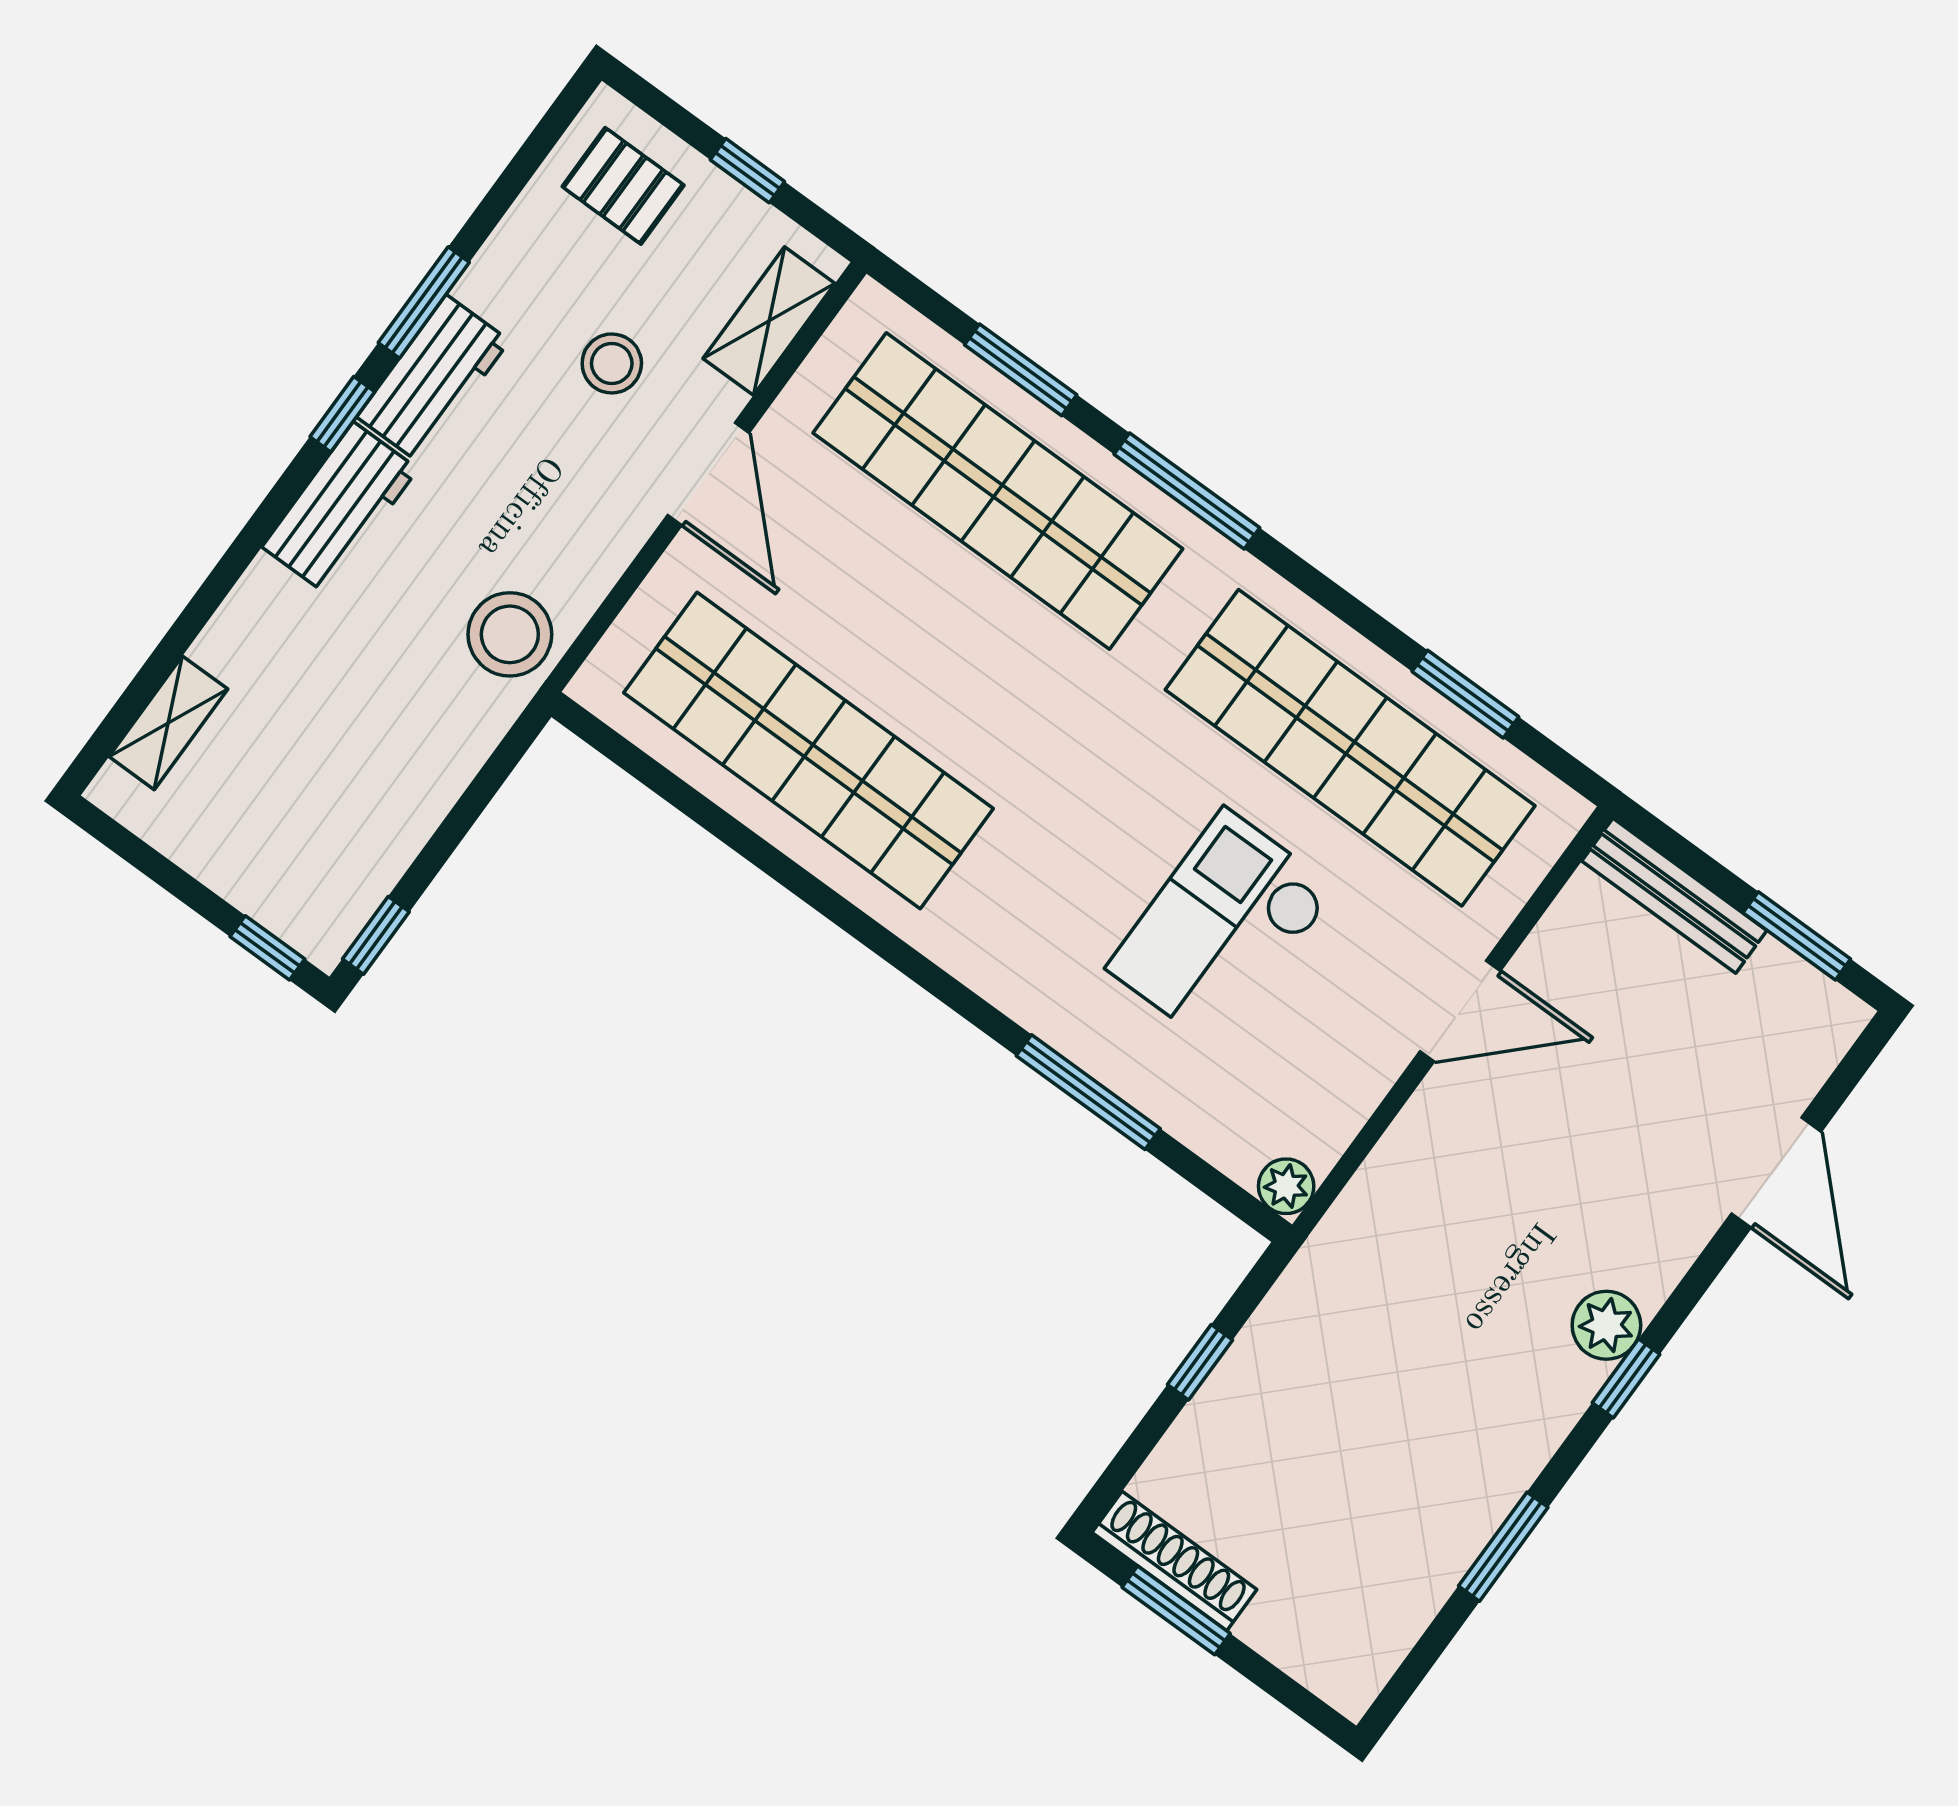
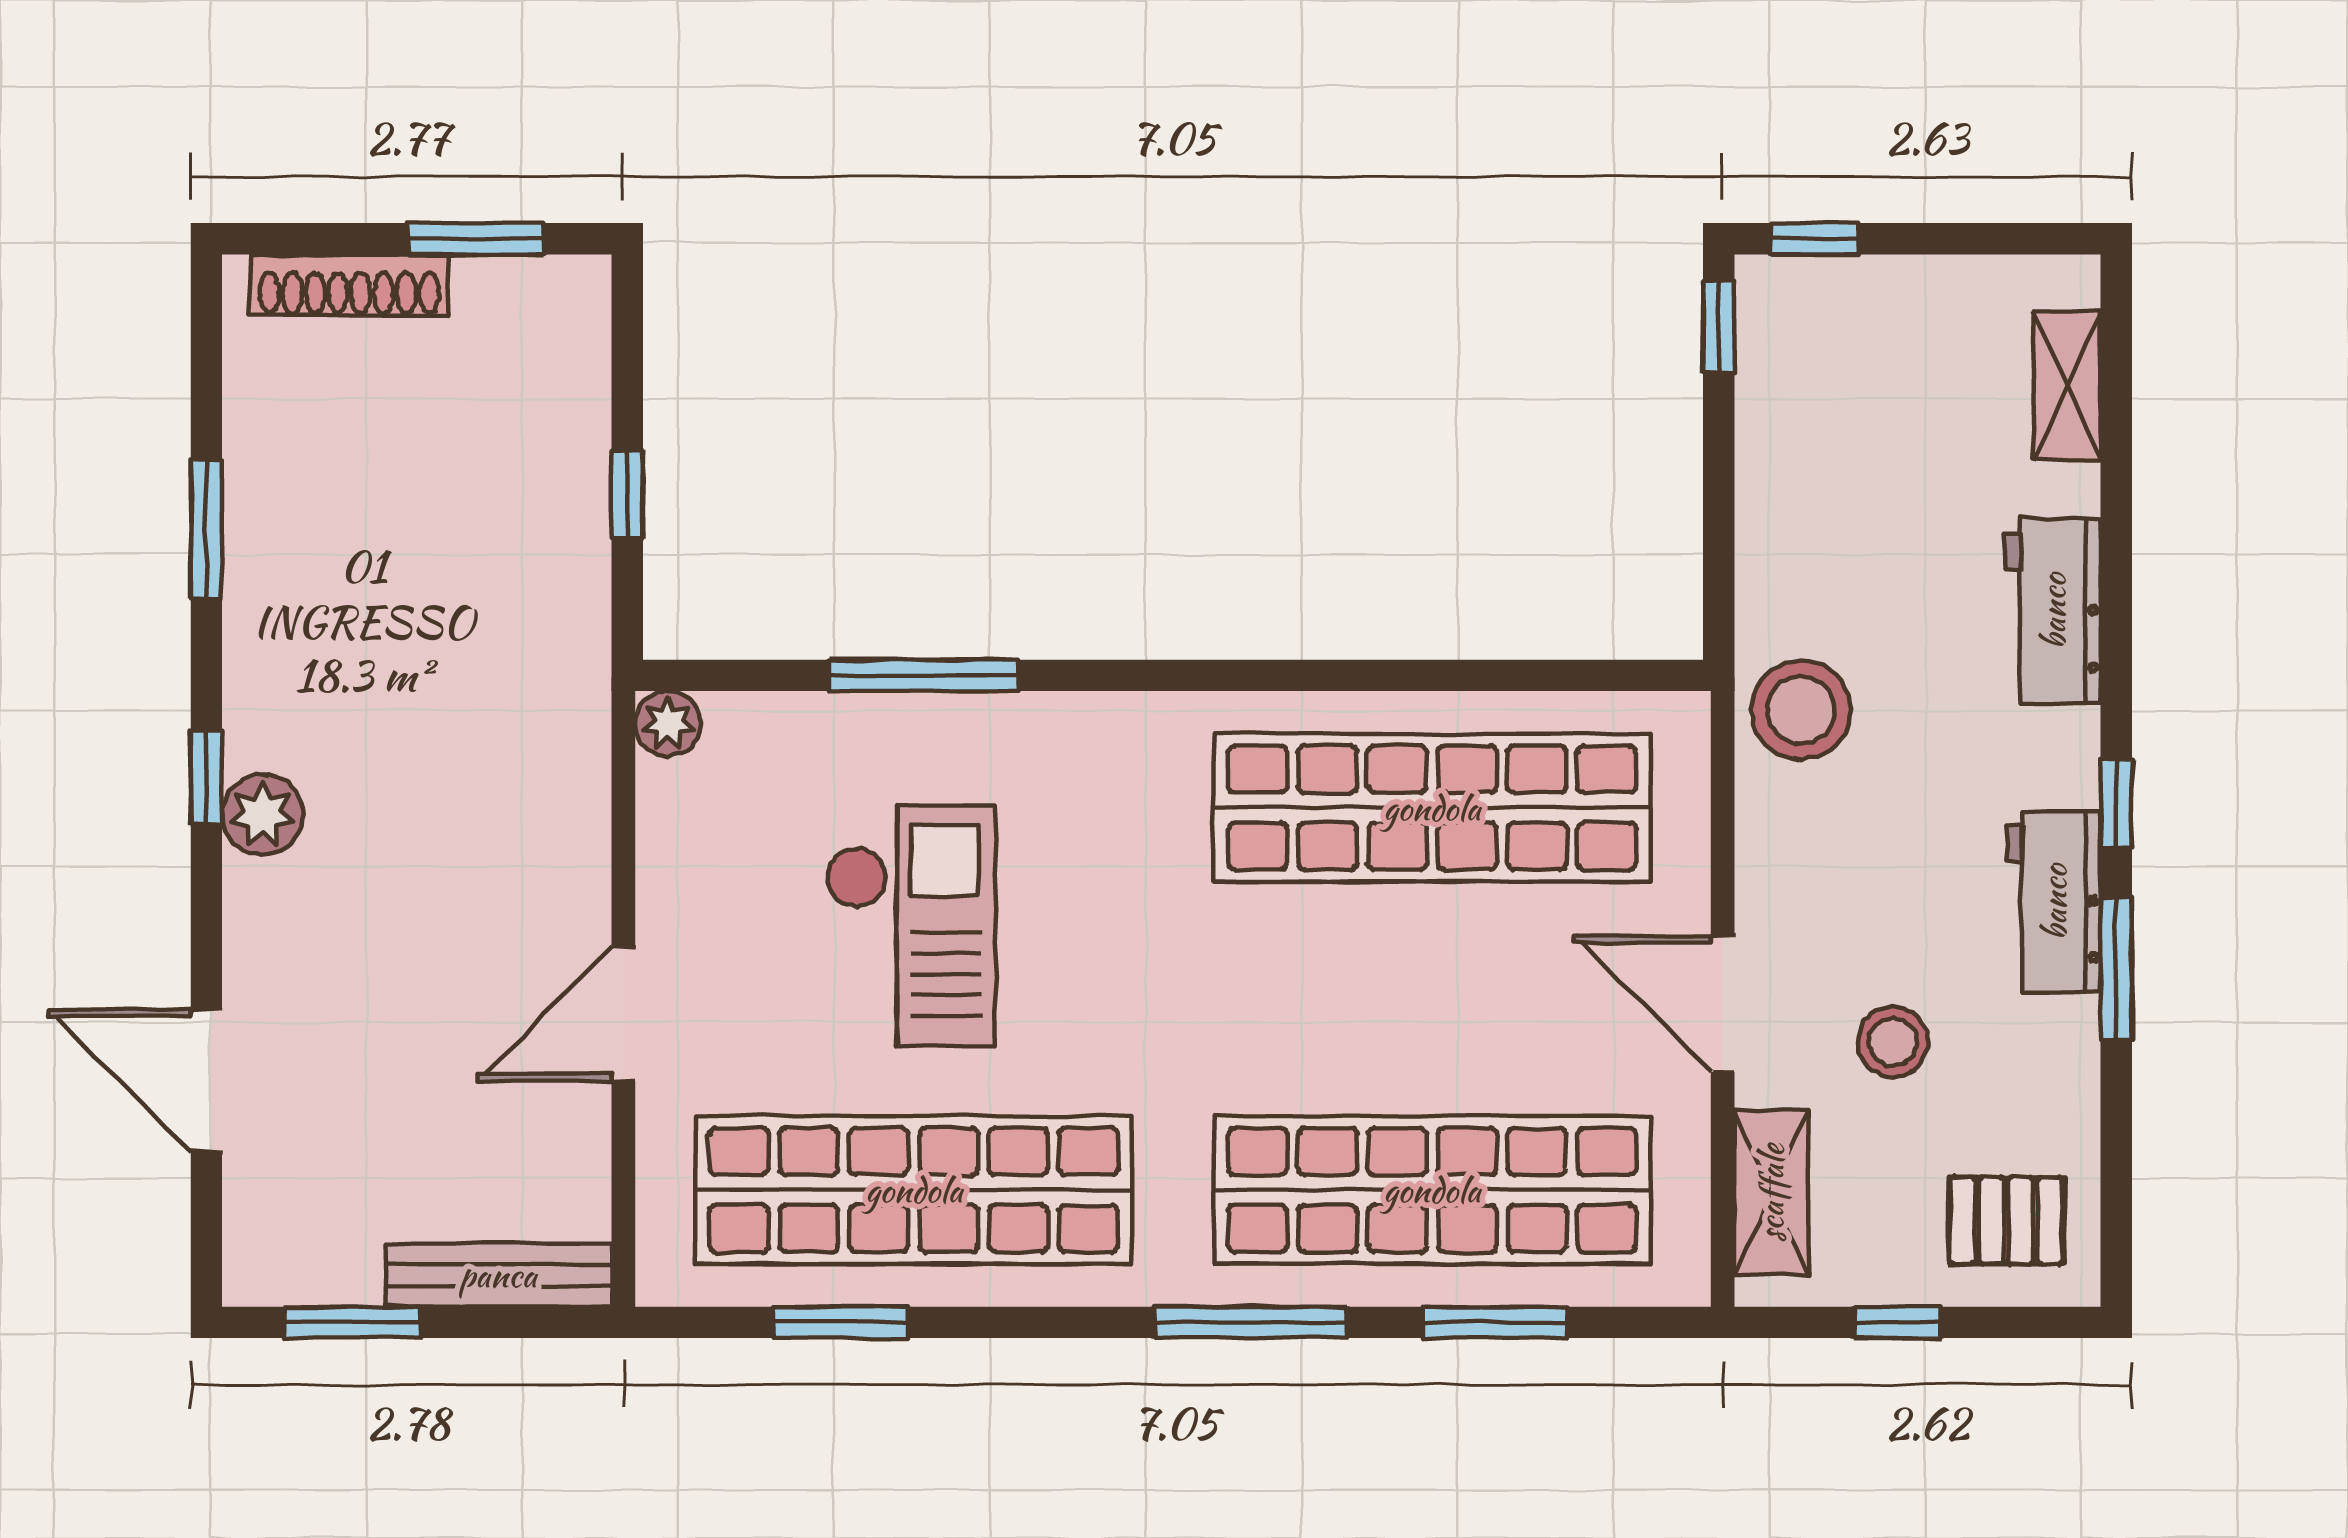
workbench: (340, 508) -> (2053, 611), moved
shoe rack: (1174, 1561) -> (349, 285), moved

